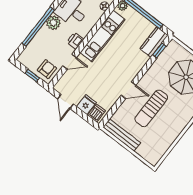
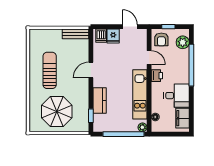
plant: (53, 23) -> (183, 42), moved
kitchen counter: (154, 42) -> (100, 100), moved
door: (70, 62) -> (149, 58), swing flipped
sun lounger: (151, 108) -> (50, 70), moved
bench: (122, 135) -> (75, 34), width x0.73

